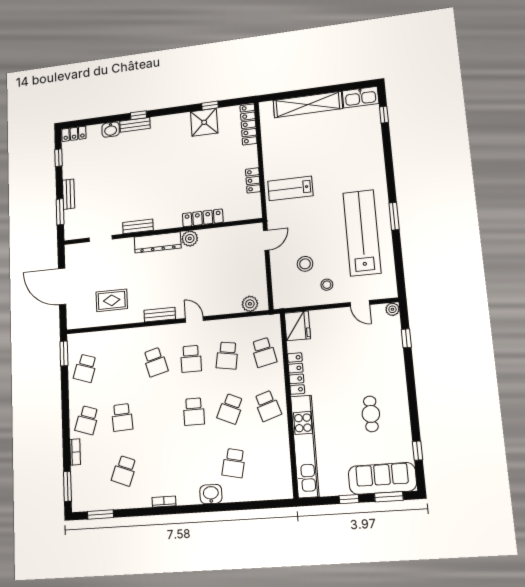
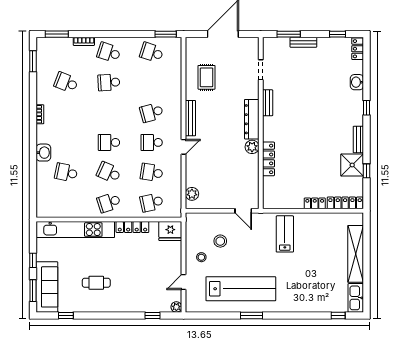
bench: (135, 125) -> (358, 139), moved
locker: (253, 180) -> (315, 203), moved
bench: (160, 315) -> (190, 118), width x1.36

